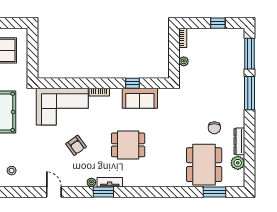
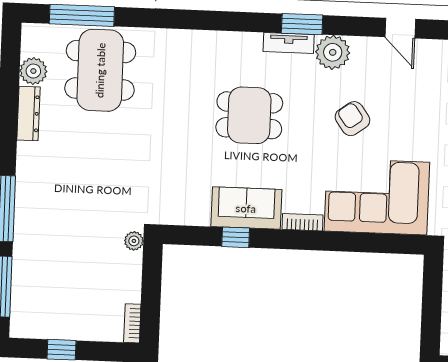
plant: (184, 61) -> (134, 241), moved
sofa: (140, 98) -> (246, 208), moved
chair: (214, 128) -> (77, 142), removed
plant: (91, 182) -> (333, 52), width x1.88, depth x1.88
window: (214, 192) -> (82, 15), width x1.44

